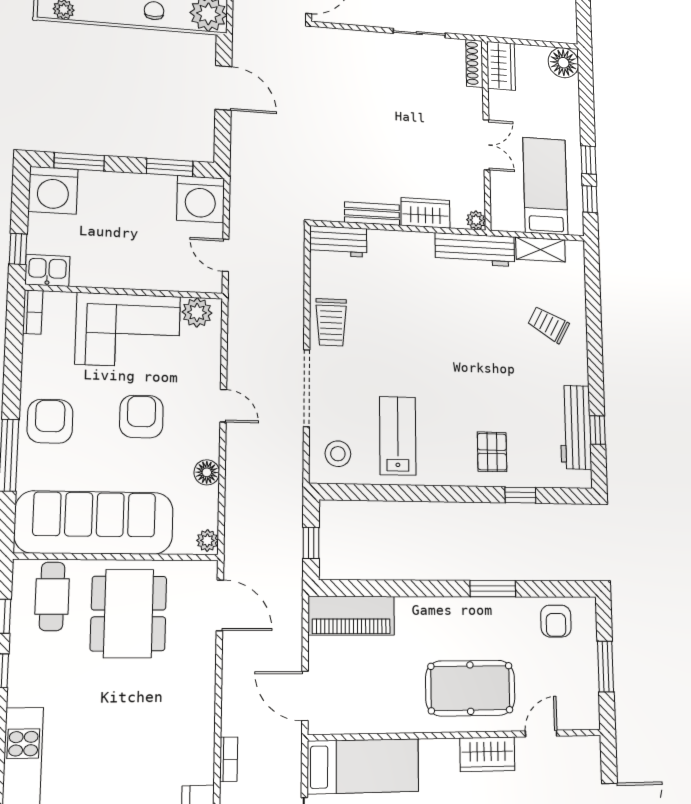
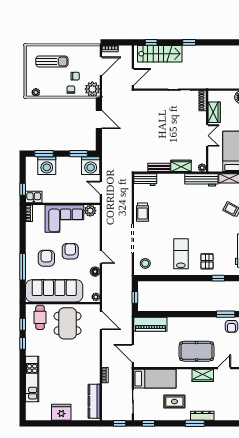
wardrobe: (501, 66) -> (214, 112), moved
washing machine: (53, 190) -> (47, 166), moved
door: (223, 406) -> (101, 257), moved
armchair: (50, 421) -> (46, 258), moved
lab bench: (398, 436) -> (181, 254), moved
window: (493, 589) -> (226, 314), moved

